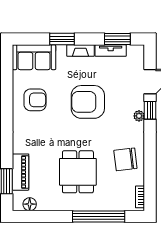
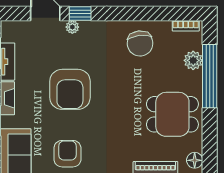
plant: (139, 116) -> (72, 27), moved
dining table: (78, 172) -> (172, 114), moved
plant: (112, 203) -> (193, 60), added

